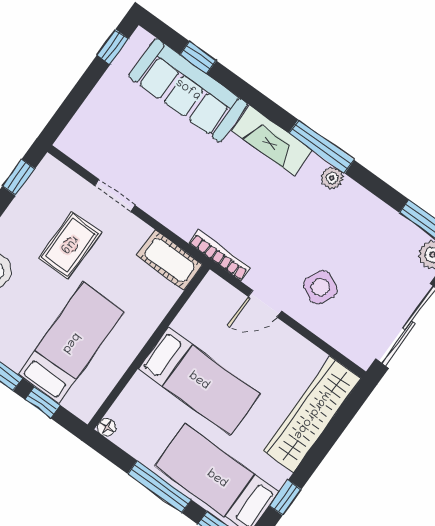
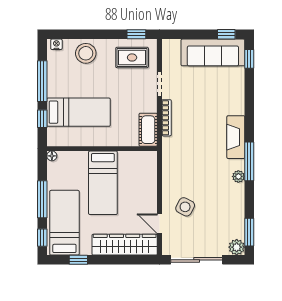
window: (198, 57) -> (249, 59), moved
sofa: (188, 90) -> (213, 52), moved, turned -90
rug: (70, 245) -> (132, 57), moved
bookcase: (219, 256) -> (167, 118), moved
door: (265, 304) -> (160, 224), moved

